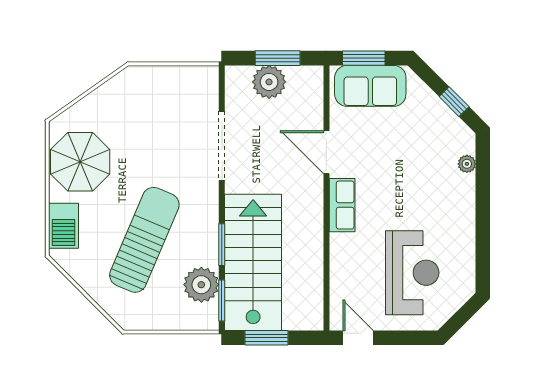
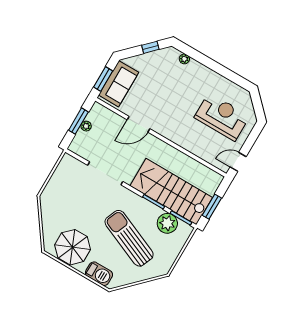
plant: (269, 82) -> (86, 126), width x0.53, depth x0.53
row of seats: (342, 205) -> (169, 132), removed

